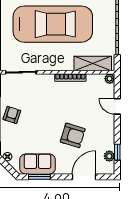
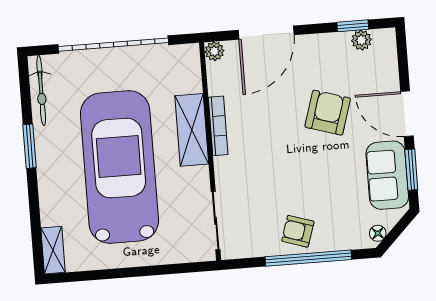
shelving: (93, 63) -> (192, 130), moved
door: (117, 106) -> (266, 33), width x1.87
door: (84, 177) -> (407, 114), moved

